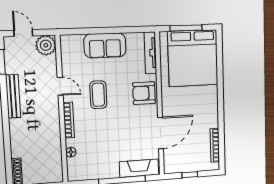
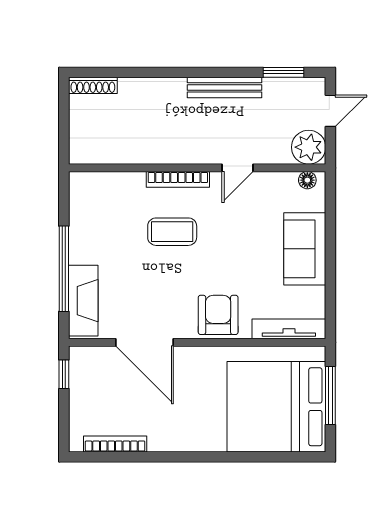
coffee table: (98, 95) -> (172, 232), moved
floor lamp: (71, 152) -> (307, 180), moved
window: (190, 175) -> (64, 374), moved

